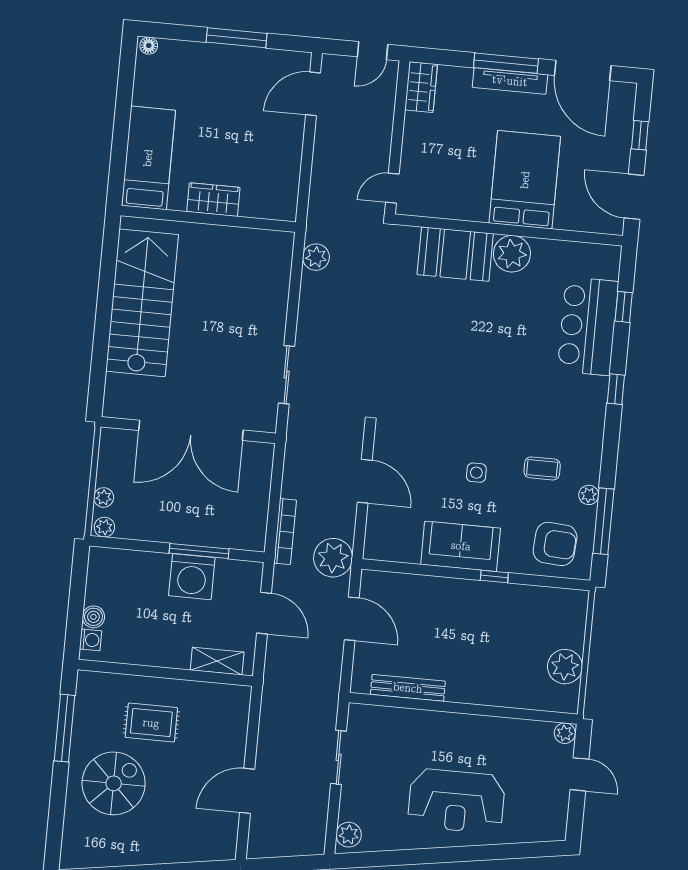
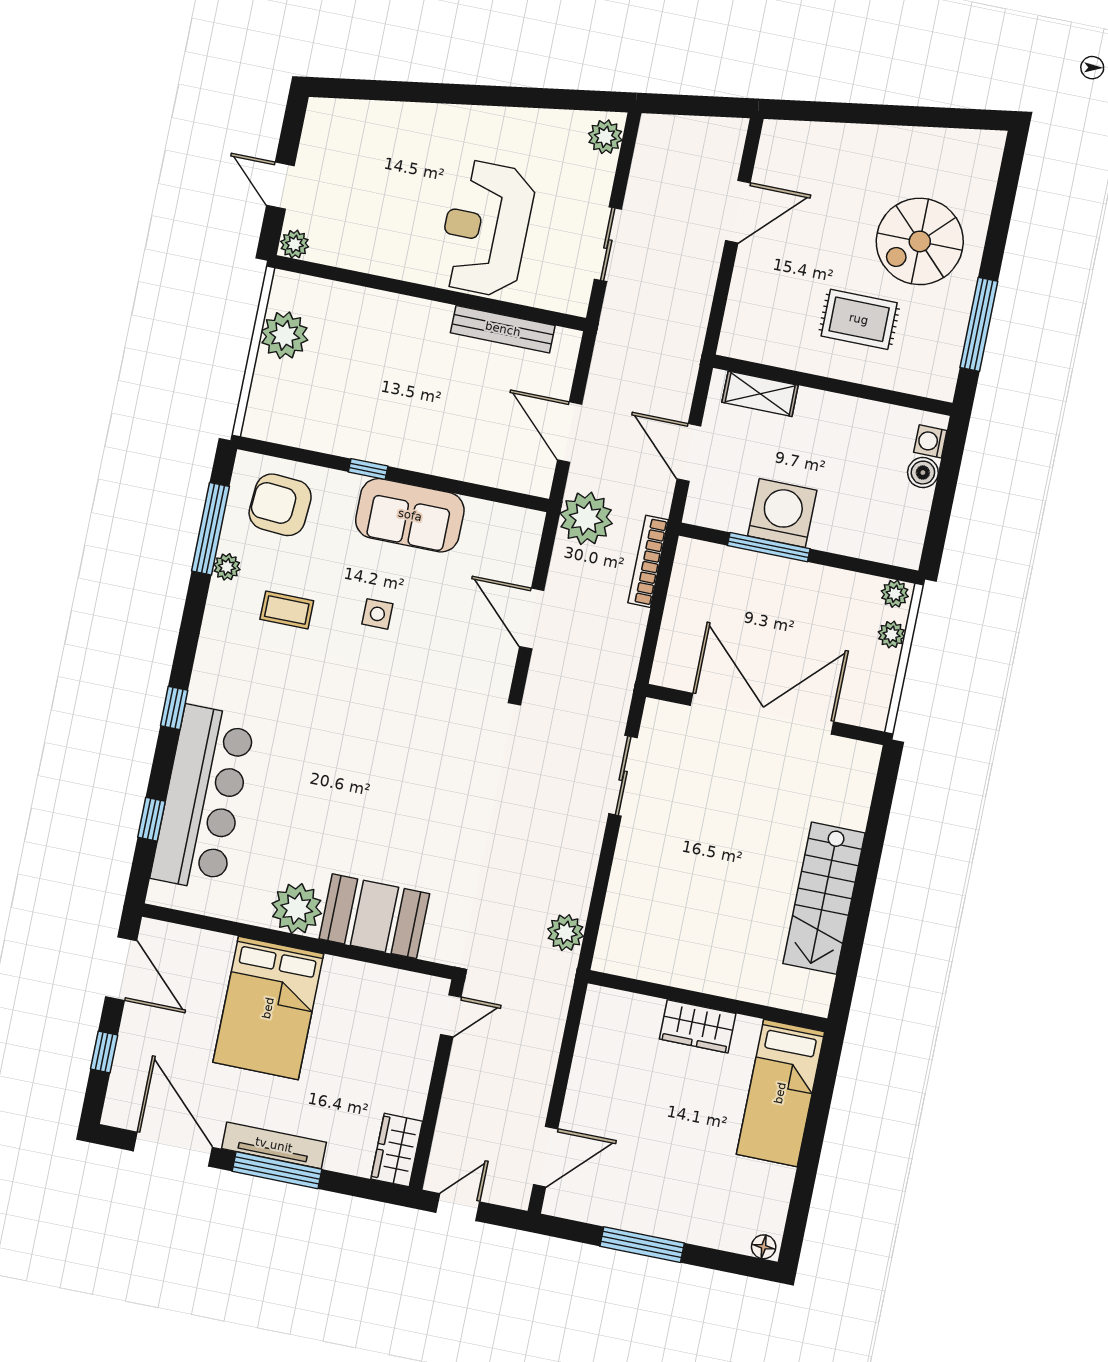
stairs: (142, 303) -> (824, 898), width x0.73, depth x0.66
bar counter: (588, 326) -> (203, 798), width x1.36
reception desk: (456, 801) -> (486, 228), moved, turned -90

